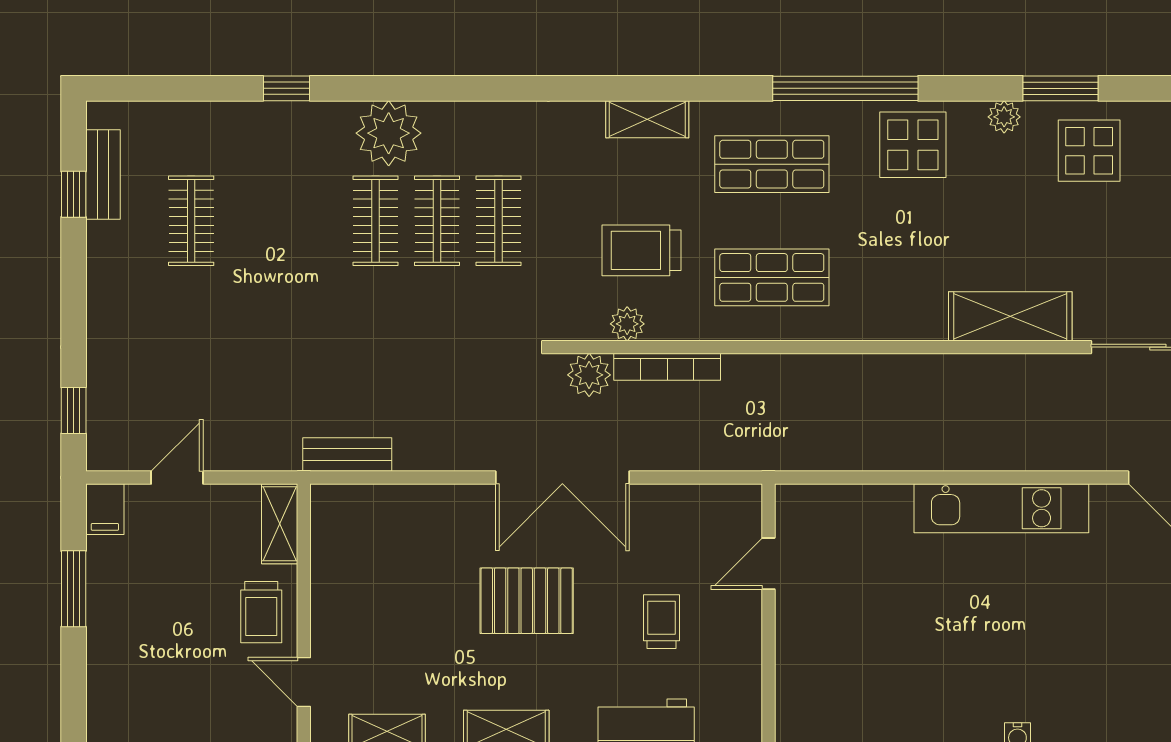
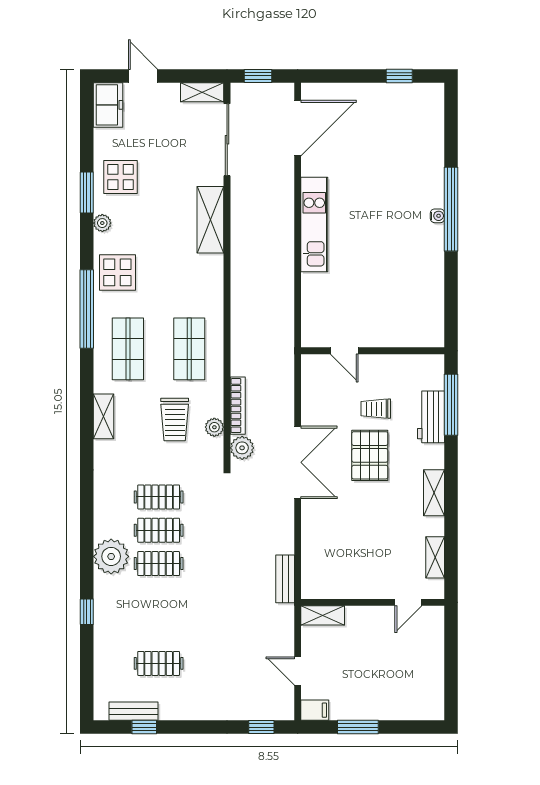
pallet: (527, 601) -> (370, 455), moved
trolley: (261, 612) -> (371, 625), removed

